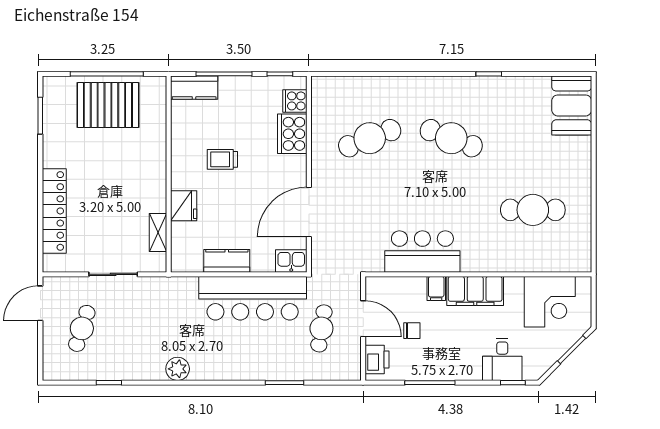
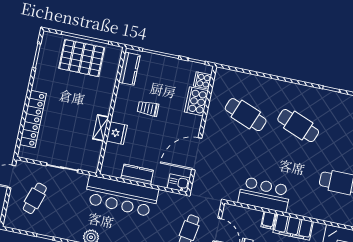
kitchen counter: (194, 88) -> (129, 69), moved, turned -90
cafe table: (370, 138) -> (246, 115), turned 42
shelving: (158, 232) -> (101, 128), moved
bar counter: (253, 298) -> (121, 196), moved

